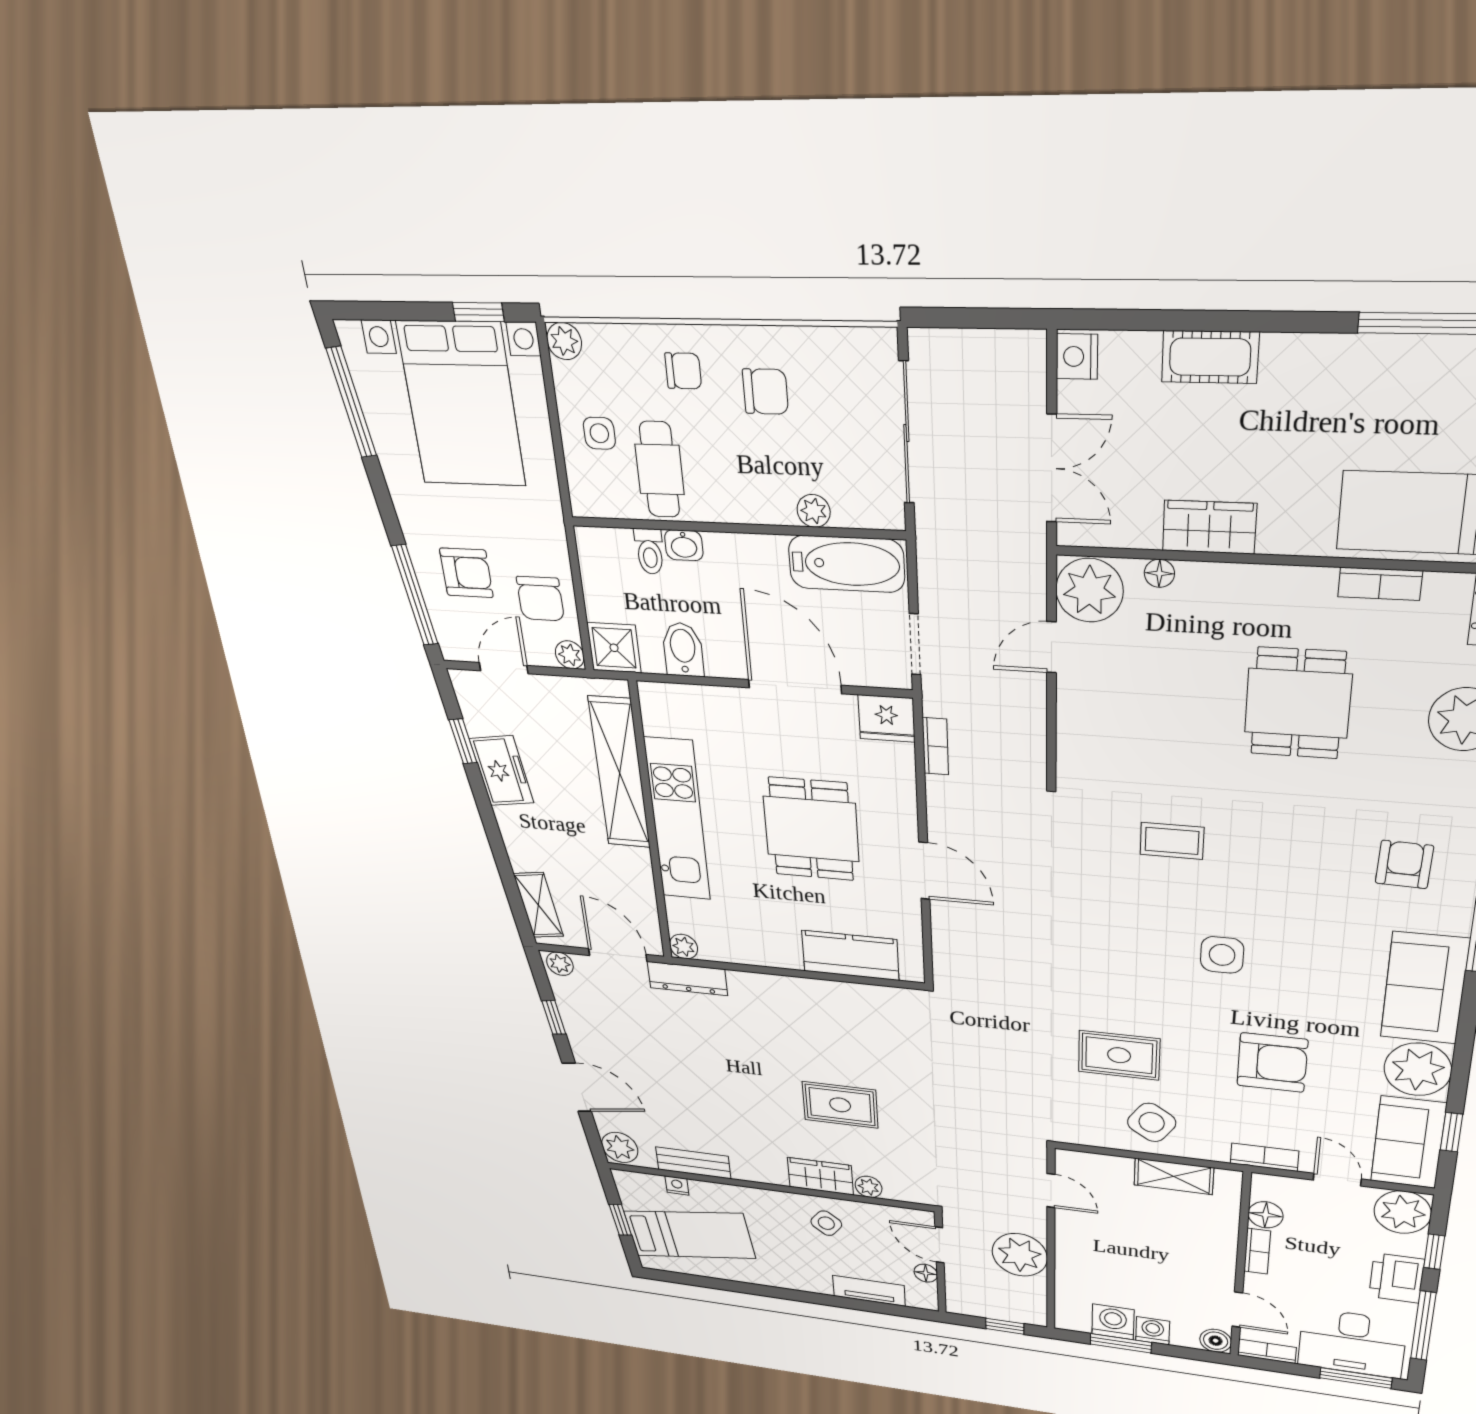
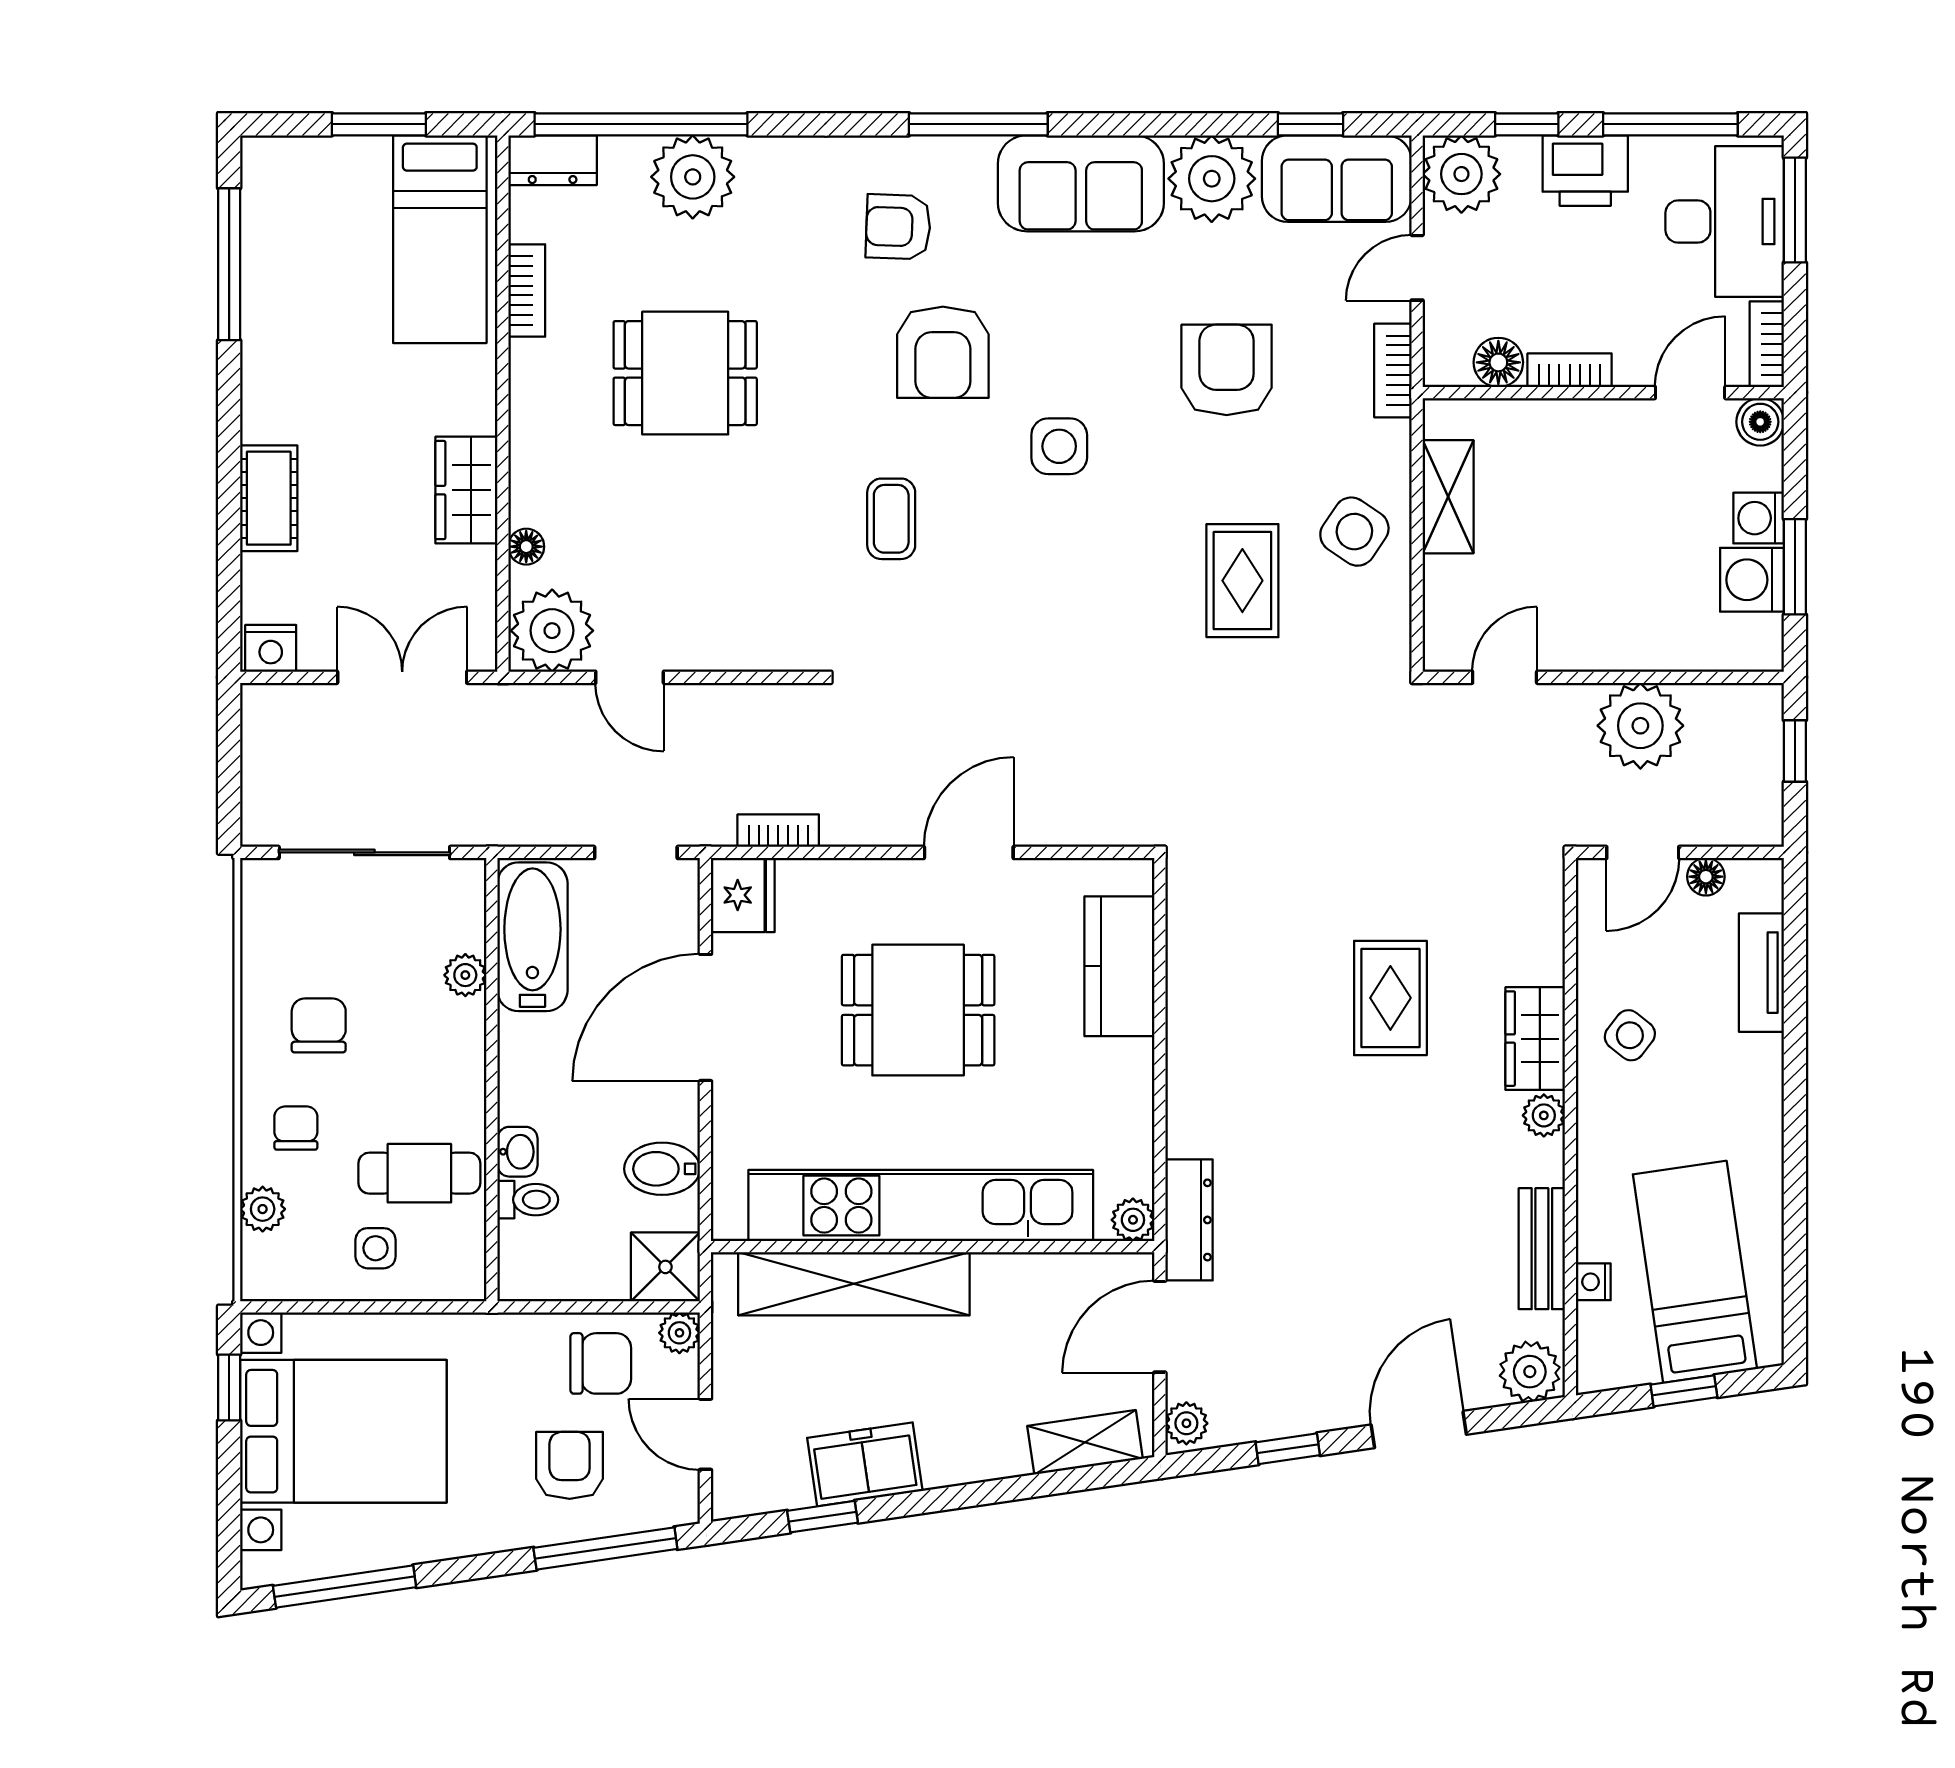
plant: (564, 341) -> (263, 1209), moved
kitchen unit: (677, 820) -> (921, 1206), width x1.36
armchair: (1300, 886) -> (943, 352), added
plant: (869, 1187) -> (1544, 1115), moved

